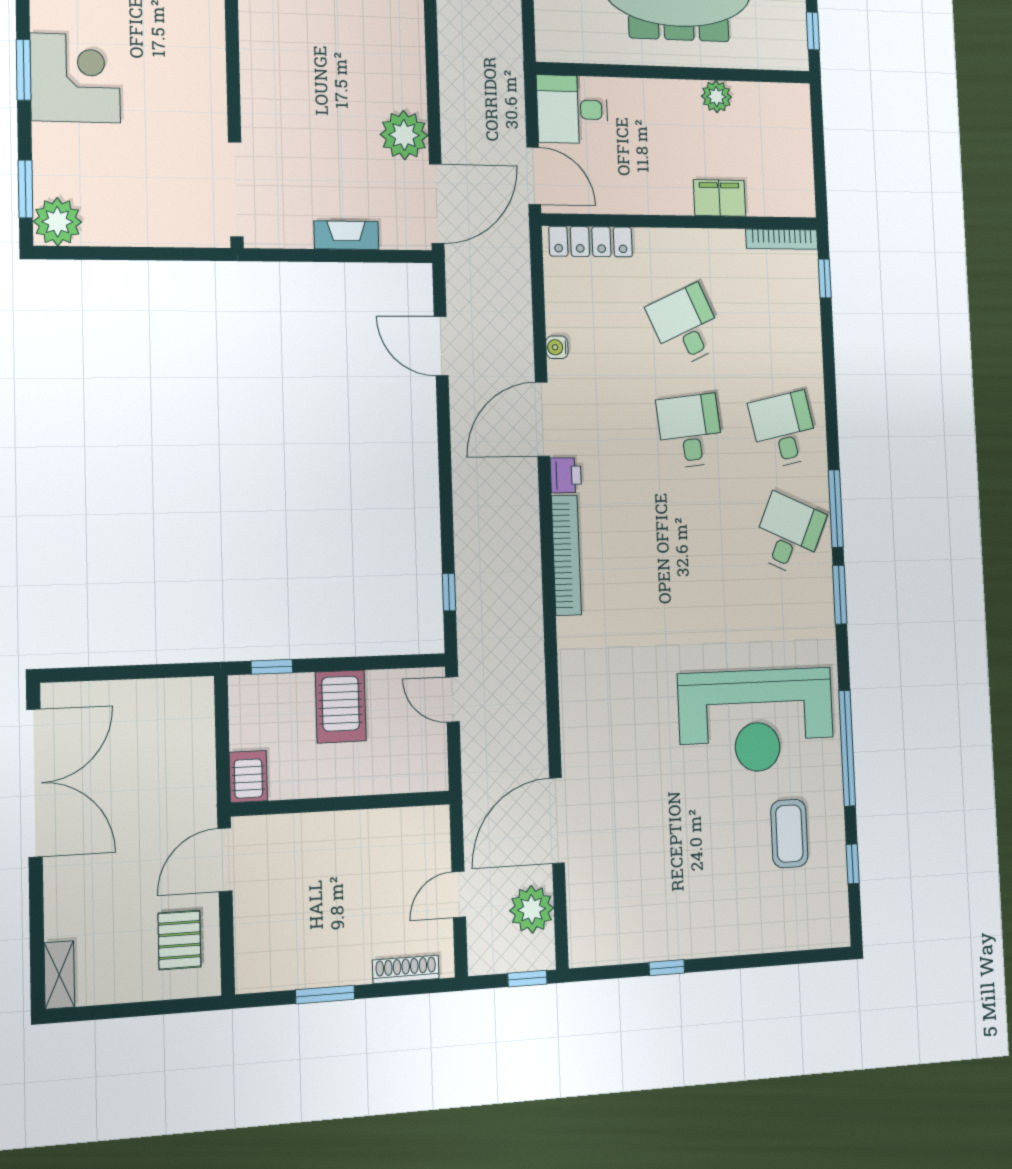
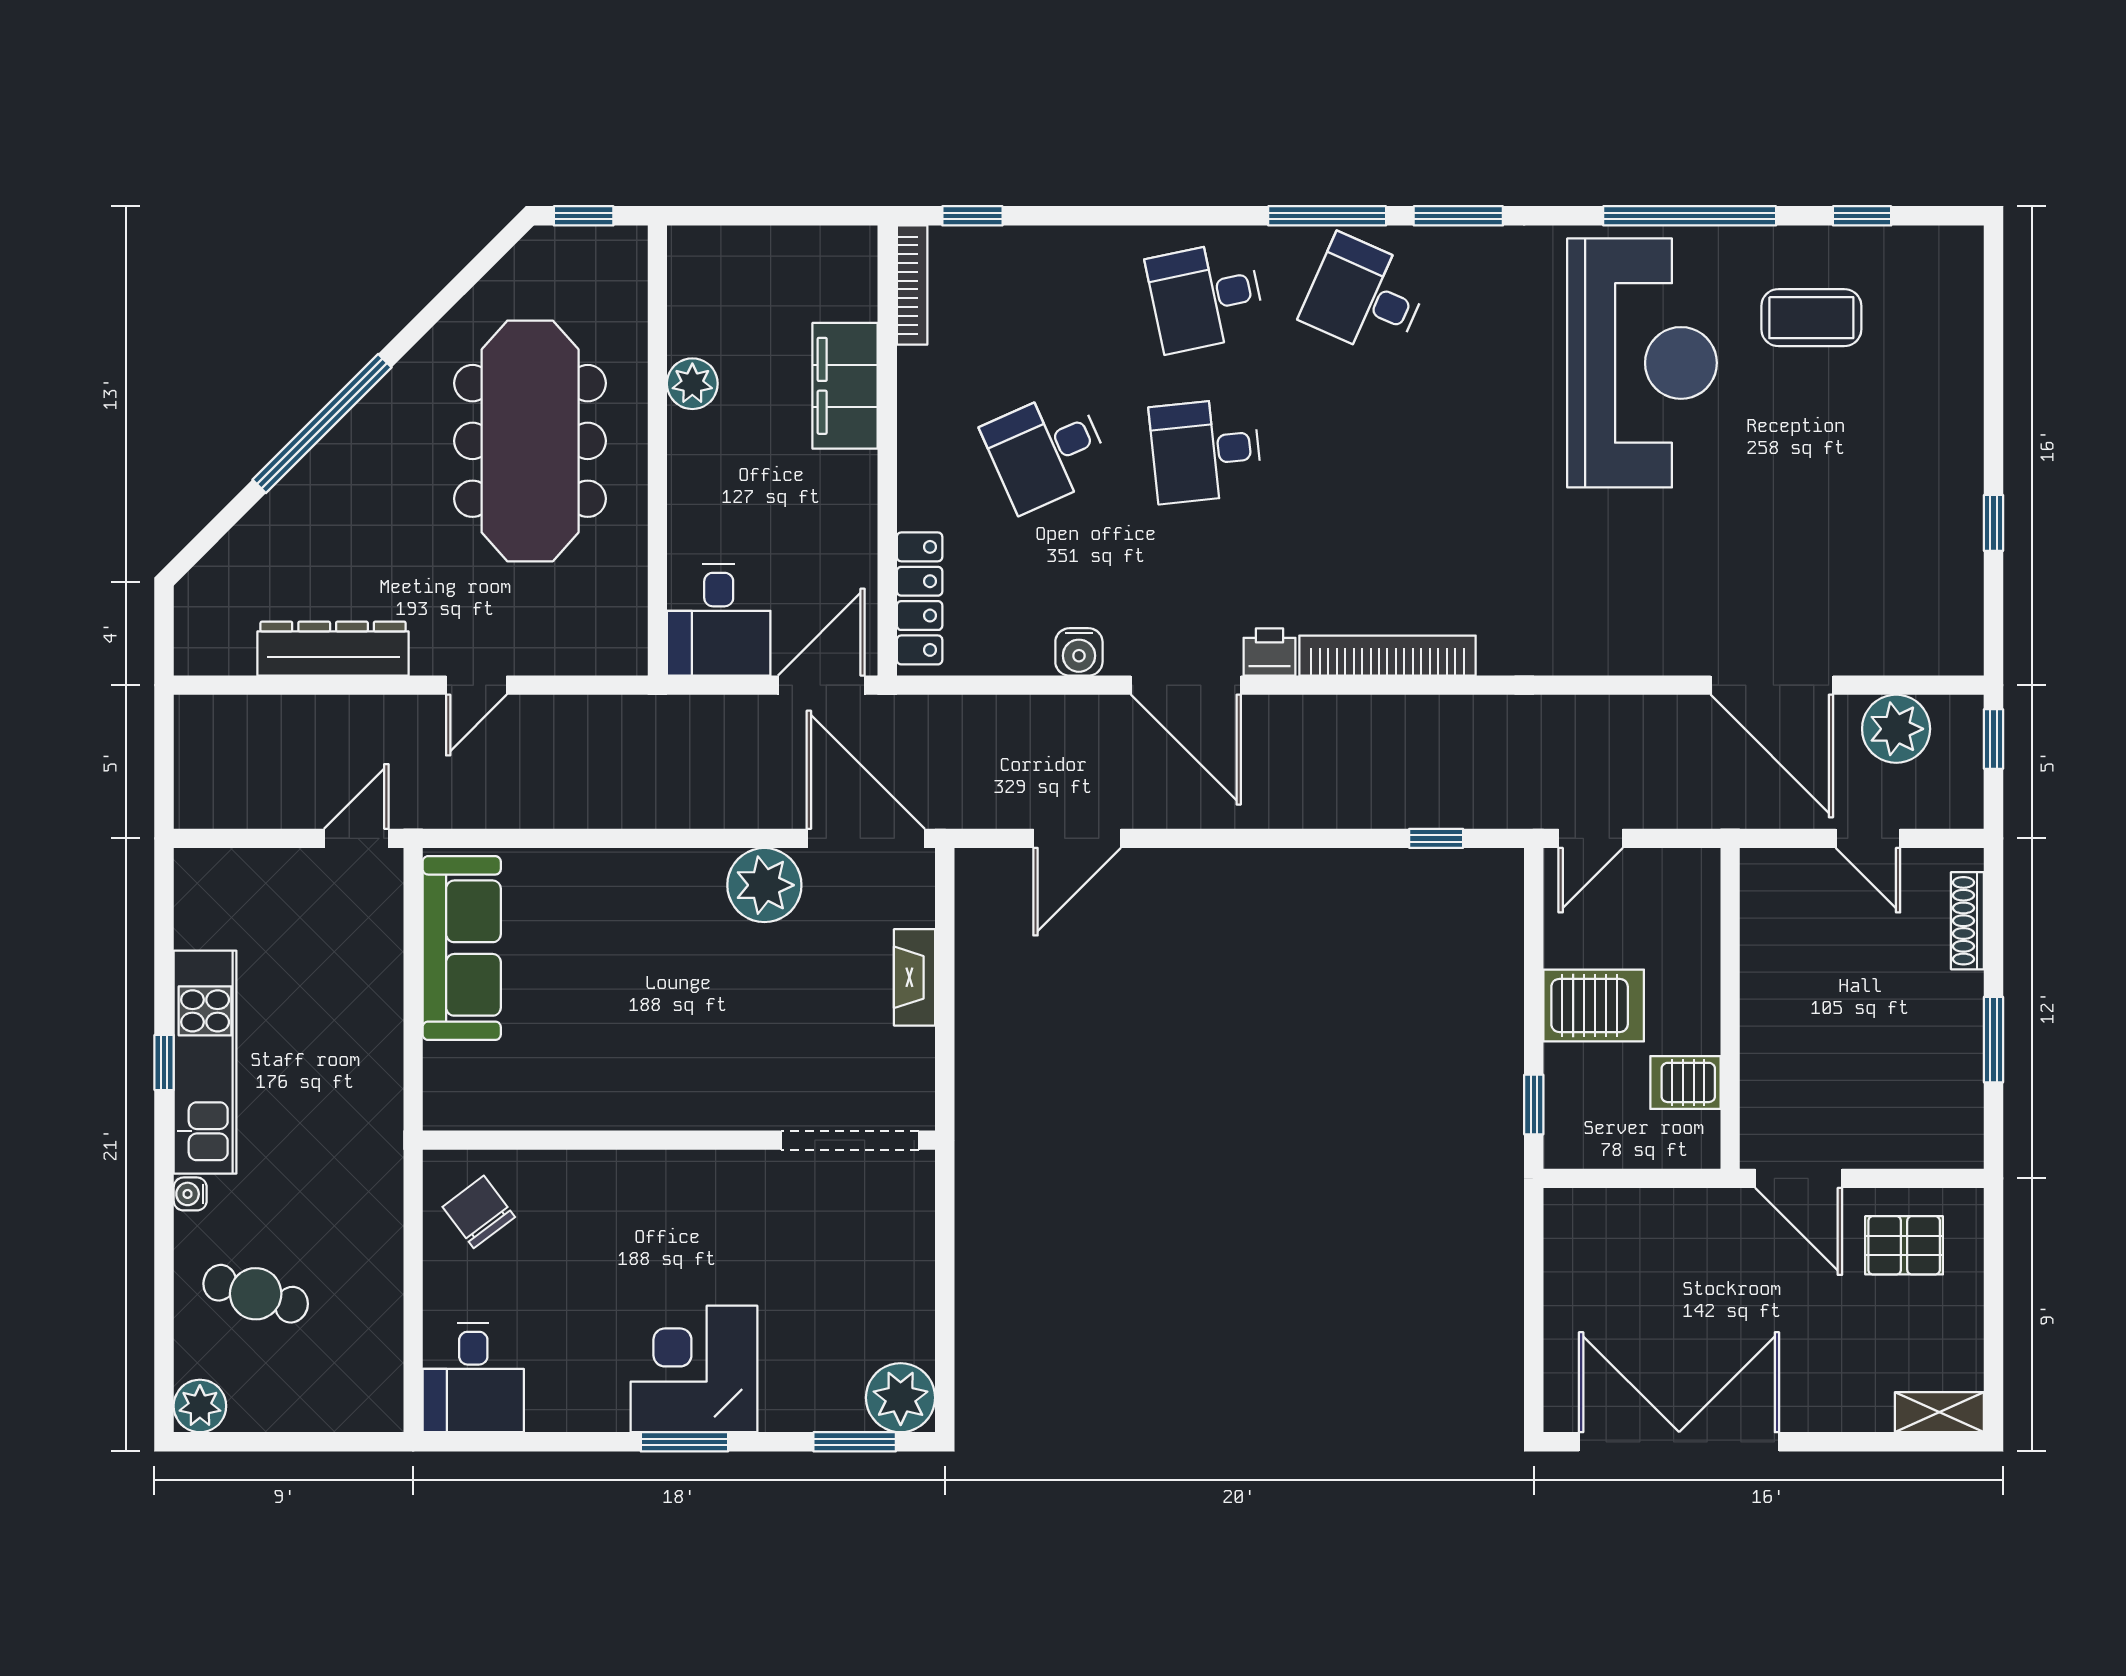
filing cabinet: (720, 198) -> (845, 386), width x1.50, depth x1.17
water cooler: (557, 347) -> (1079, 652), width x1.38, depth x1.38
server rack: (248, 776) -> (1685, 1082), moved

